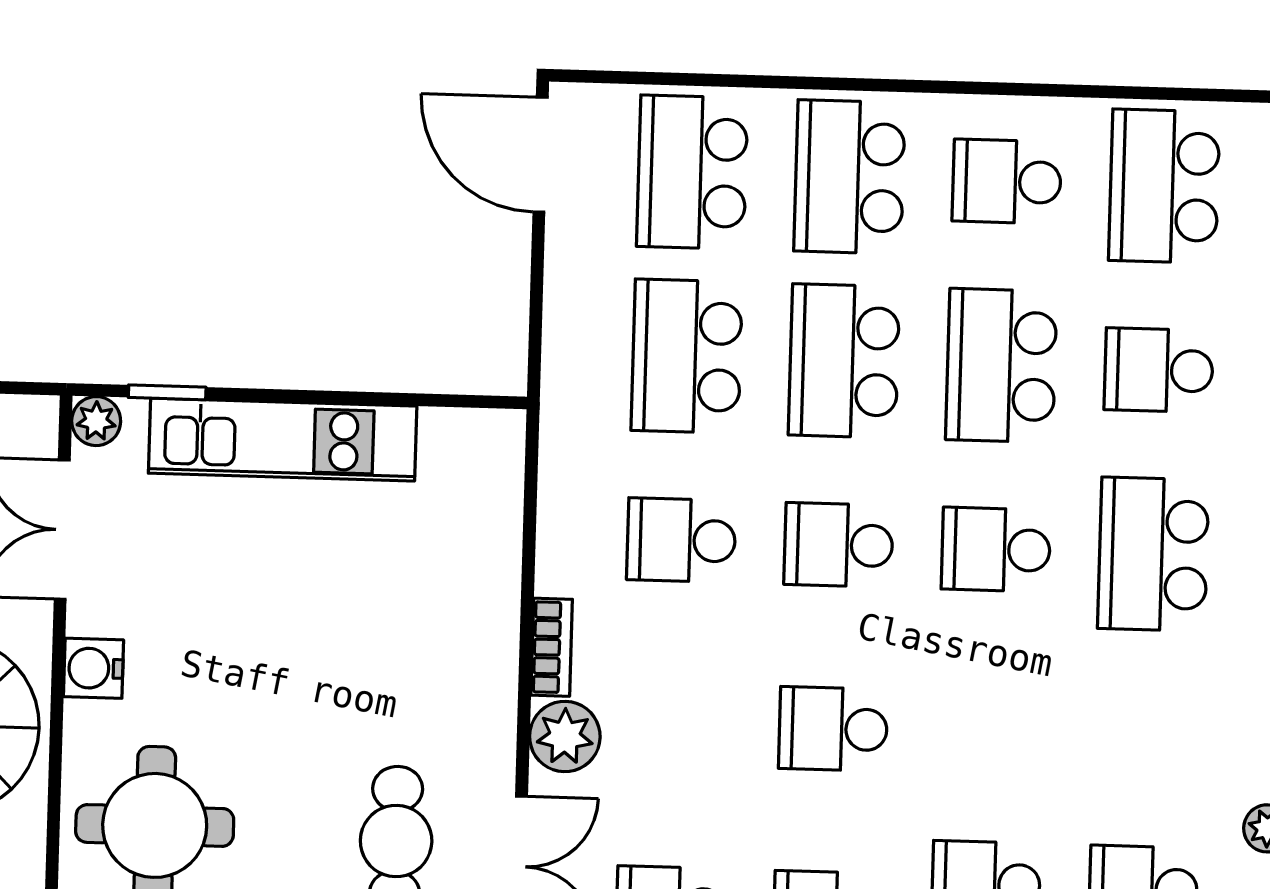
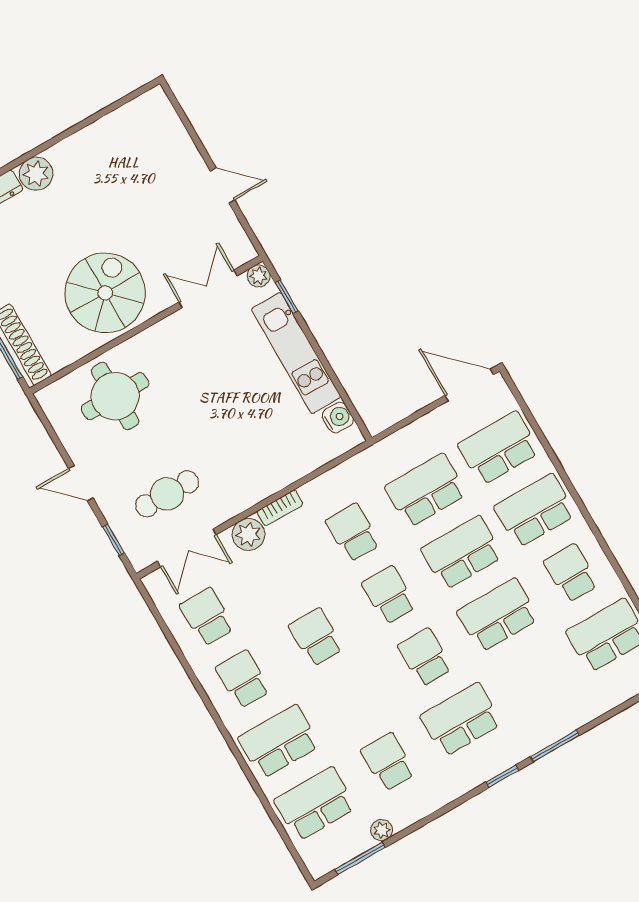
door: (541, 155) -> (469, 385), hinge flipped
school desk: (1159, 370) -> (388, 762), moved
water cooler: (94, 668) -> (338, 418), moved, turned 90

